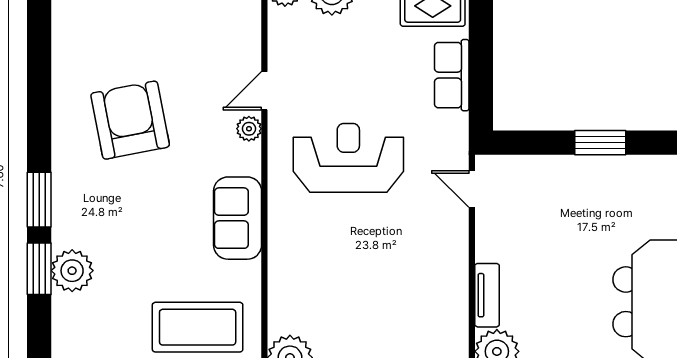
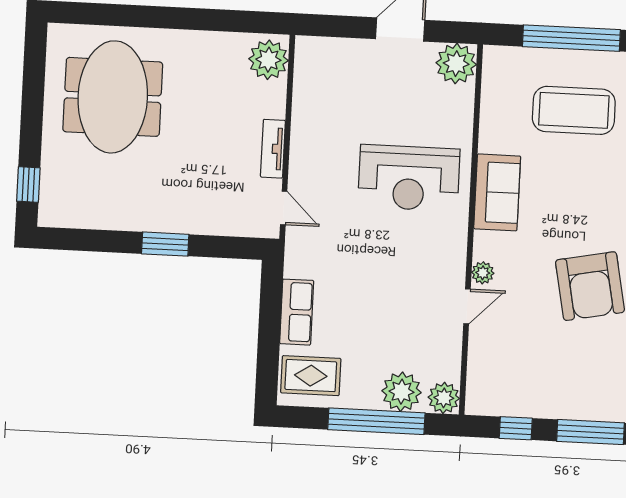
reception desk: (348, 158) -> (409, 178), moved
tv unit: (487, 295) -> (273, 149), moved
coffee table: (198, 327) -> (574, 110), moved

